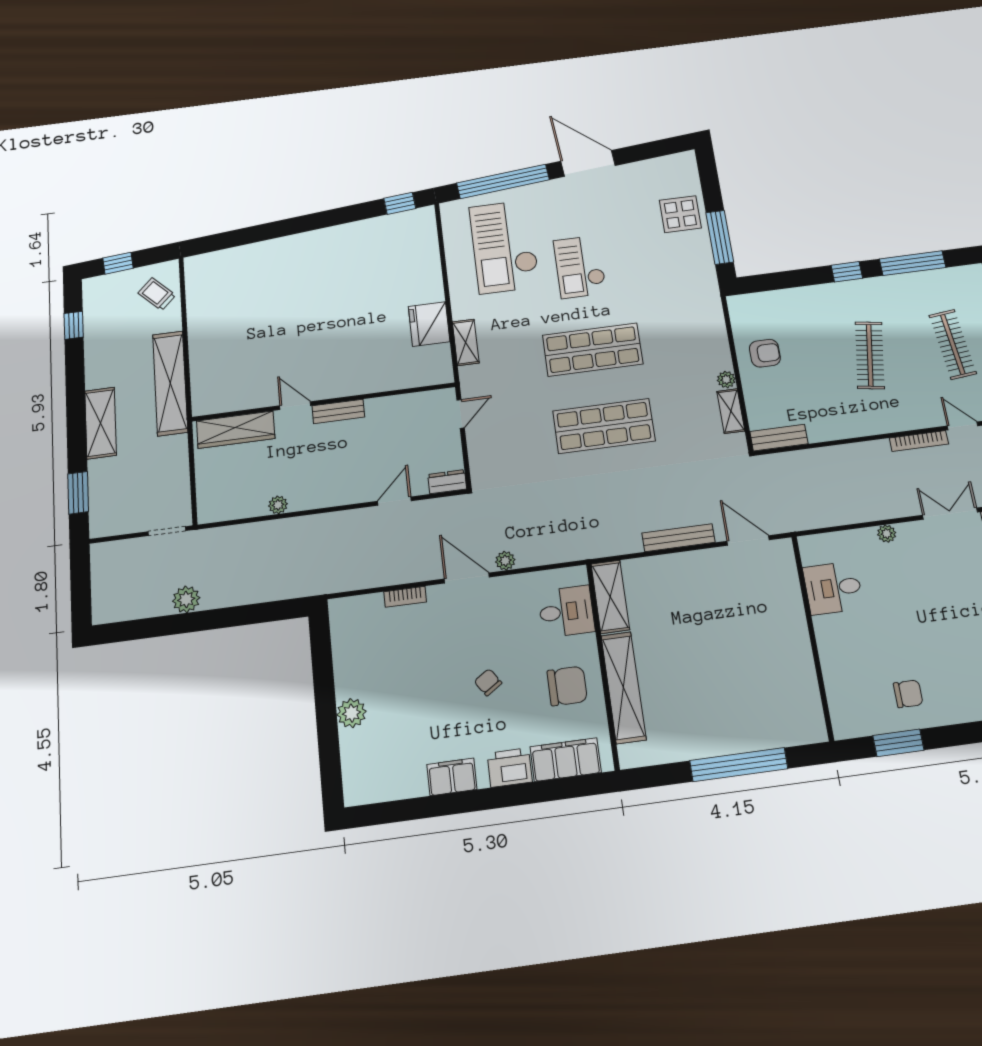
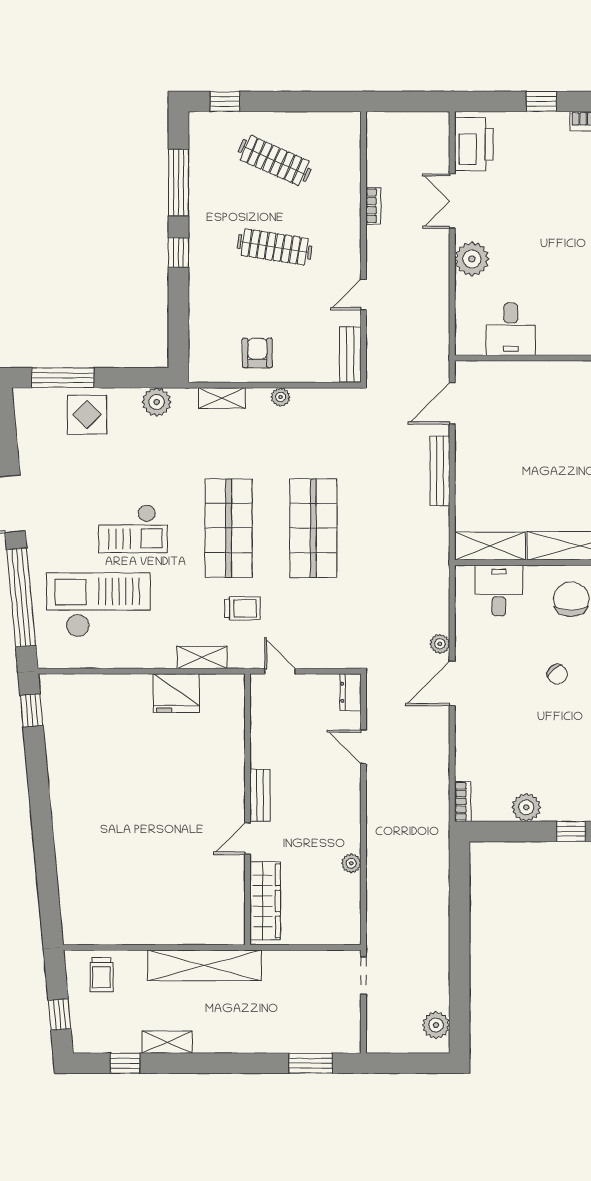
window: (720, 237) -> (63, 378), moved
checkout: (504, 247) -> (98, 605), turned 180
plant: (702, 271) -> (157, 402), added
trolley: (157, 294) -> (101, 975), turned -45
clothes rail: (953, 344) -> (275, 161), turned 30
trolley: (517, 372) -> (243, 608), added
shelving: (731, 411) -> (222, 398), moved
shelving: (101, 423) -> (167, 1042), moved, width x0.67, depth x0.75
door: (962, 426) -> (363, 295), moved
bookcase: (919, 441) -> (373, 206), width x0.64
plant: (887, 534) -> (472, 259), width x1.88, depth x1.88
bookcase: (405, 597) -> (463, 801), moved
plant: (186, 599) -> (436, 1025), moved
chair: (488, 682) -> (557, 674), turned -96
plant: (352, 713) -> (526, 807), moved
window: (327, 718) -> (571, 831), added

